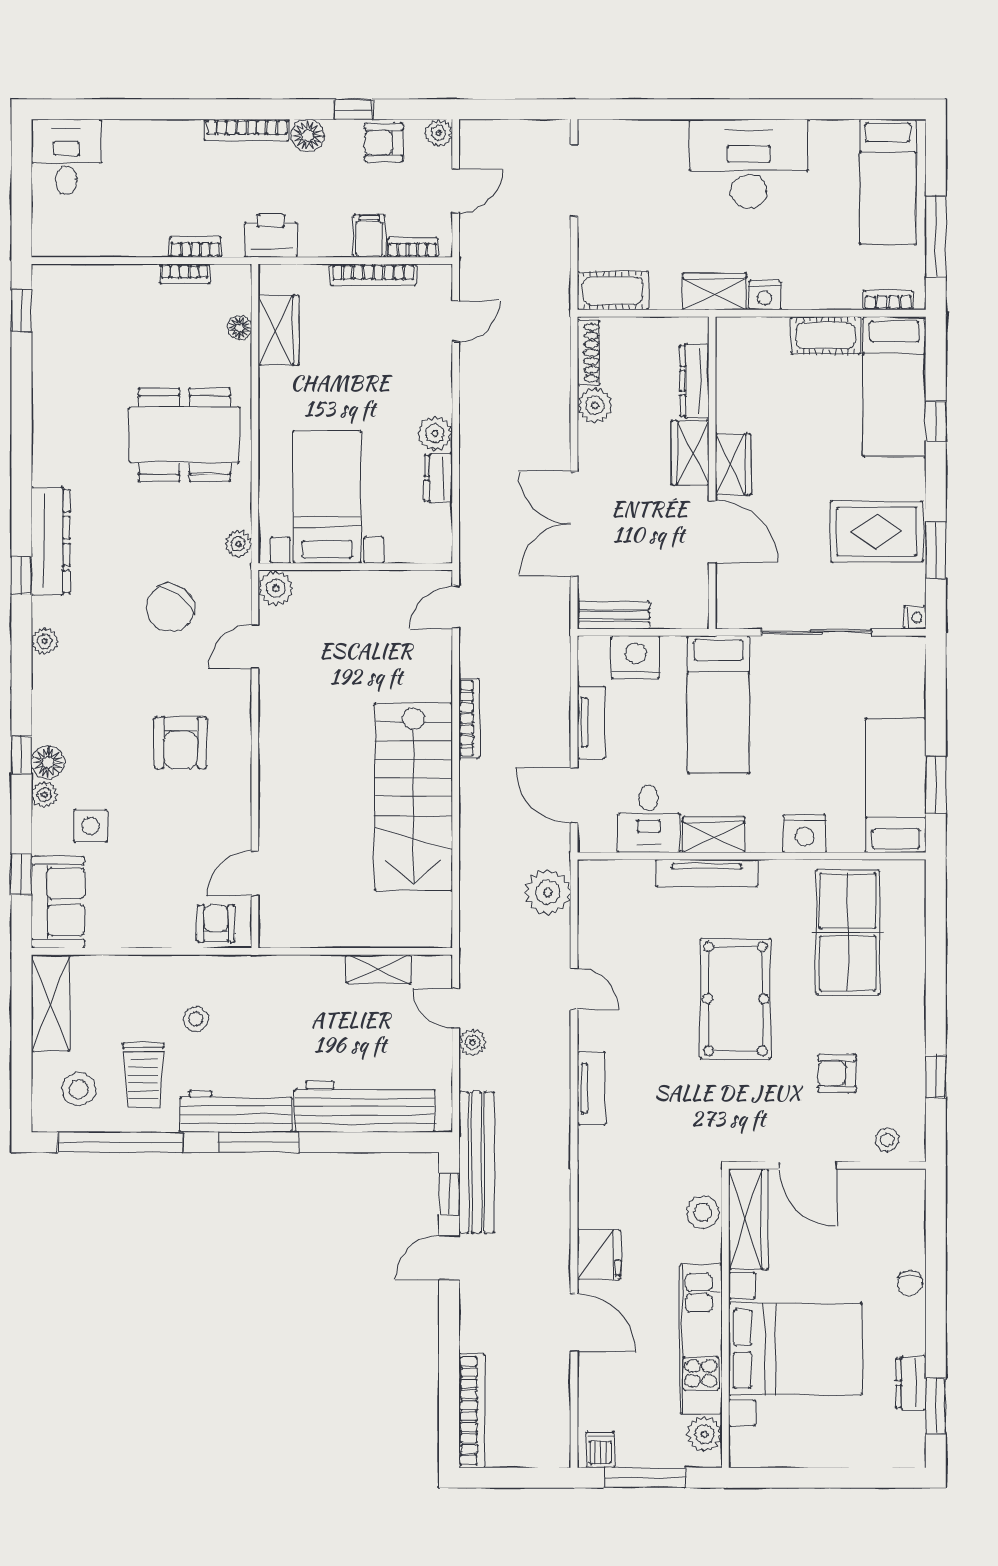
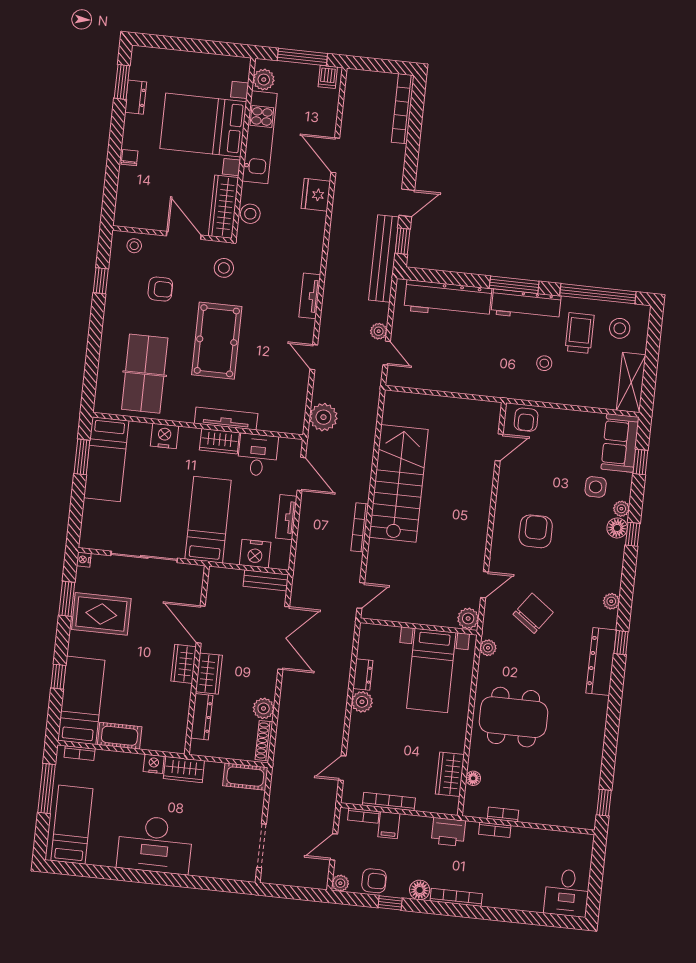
shelving: (378, 969) -> (431, 382), removed
stool: (737, 1119) -> (224, 268), added

